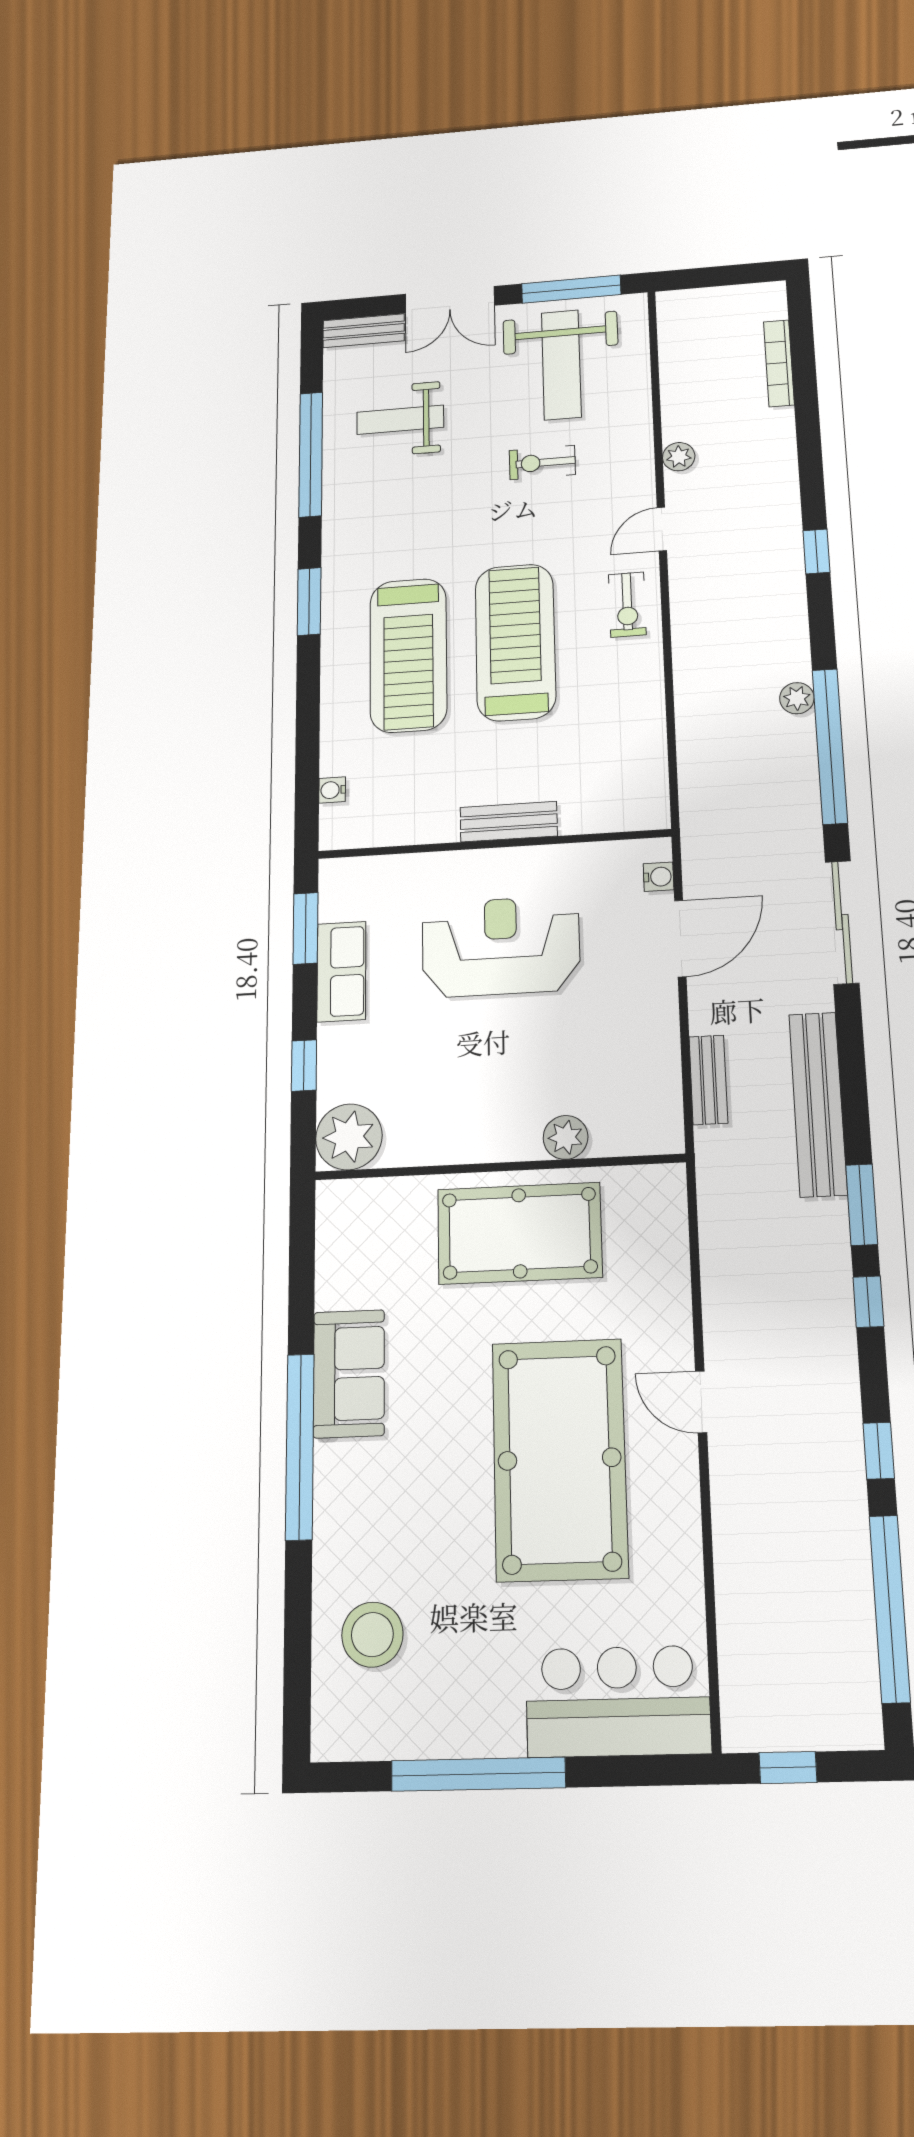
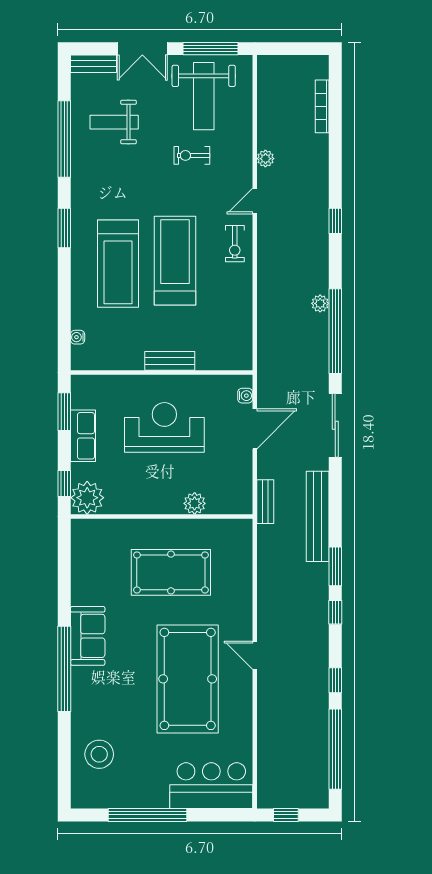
plant: (349, 1137) -> (87, 498), moved
plant: (566, 1137) -> (195, 503), moved
wall: (499, 1167) -> (162, 516), moved

